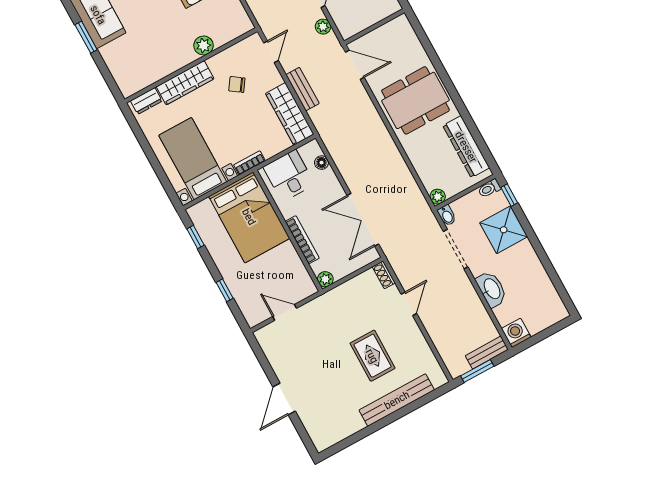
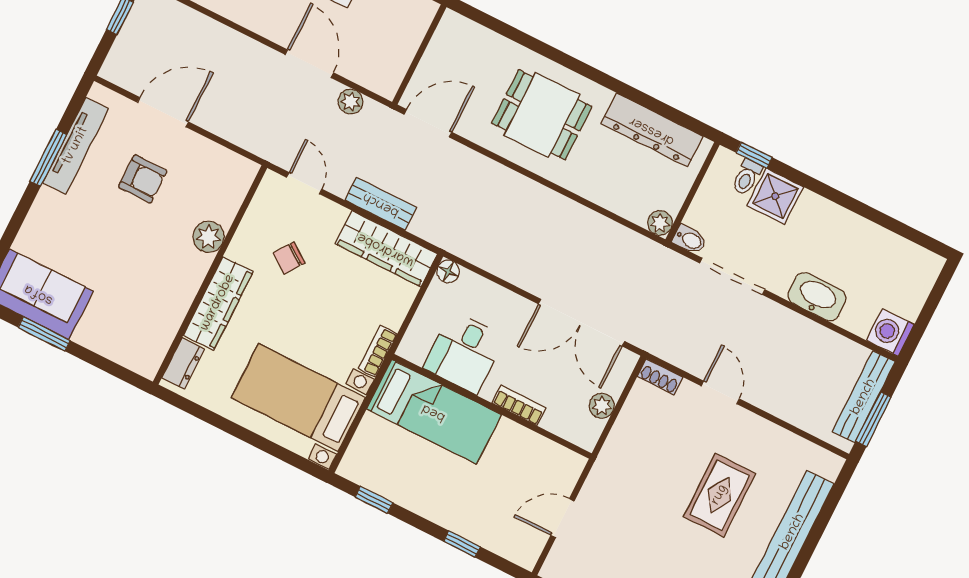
dining table: (415, 100) -> (542, 115), width x0.73
floor lamp: (322, 163) -> (448, 271), moved
desk: (289, 176) -> (464, 352), moved, turned -90
toilet: (489, 188) -> (747, 177), moved
bed: (249, 217) -> (434, 412), width x0.67
shower: (504, 230) -> (775, 196), width x0.73, depth x0.73
bookcase: (302, 240) -> (519, 405), width x0.64
plant: (325, 279) -> (602, 406), moved
bench: (487, 353) -> (864, 397), width x1.36
rug: (372, 356) -> (720, 495), turned 90

